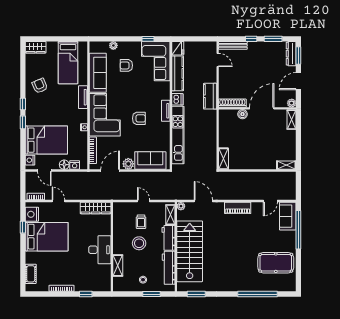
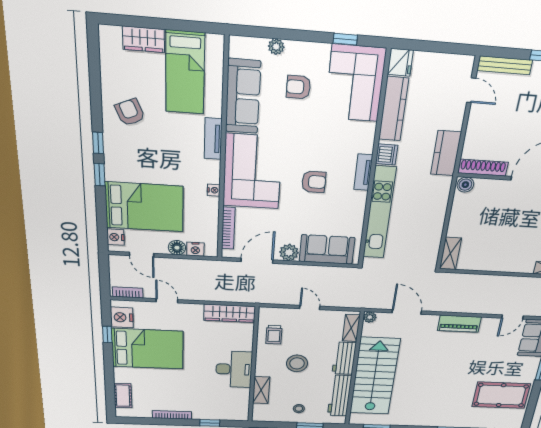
wardrobe: (36, 47) -> (144, 39), moved
boiler: (243, 114) -> (465, 185), moved
trolley: (141, 222) -> (274, 335), moved

